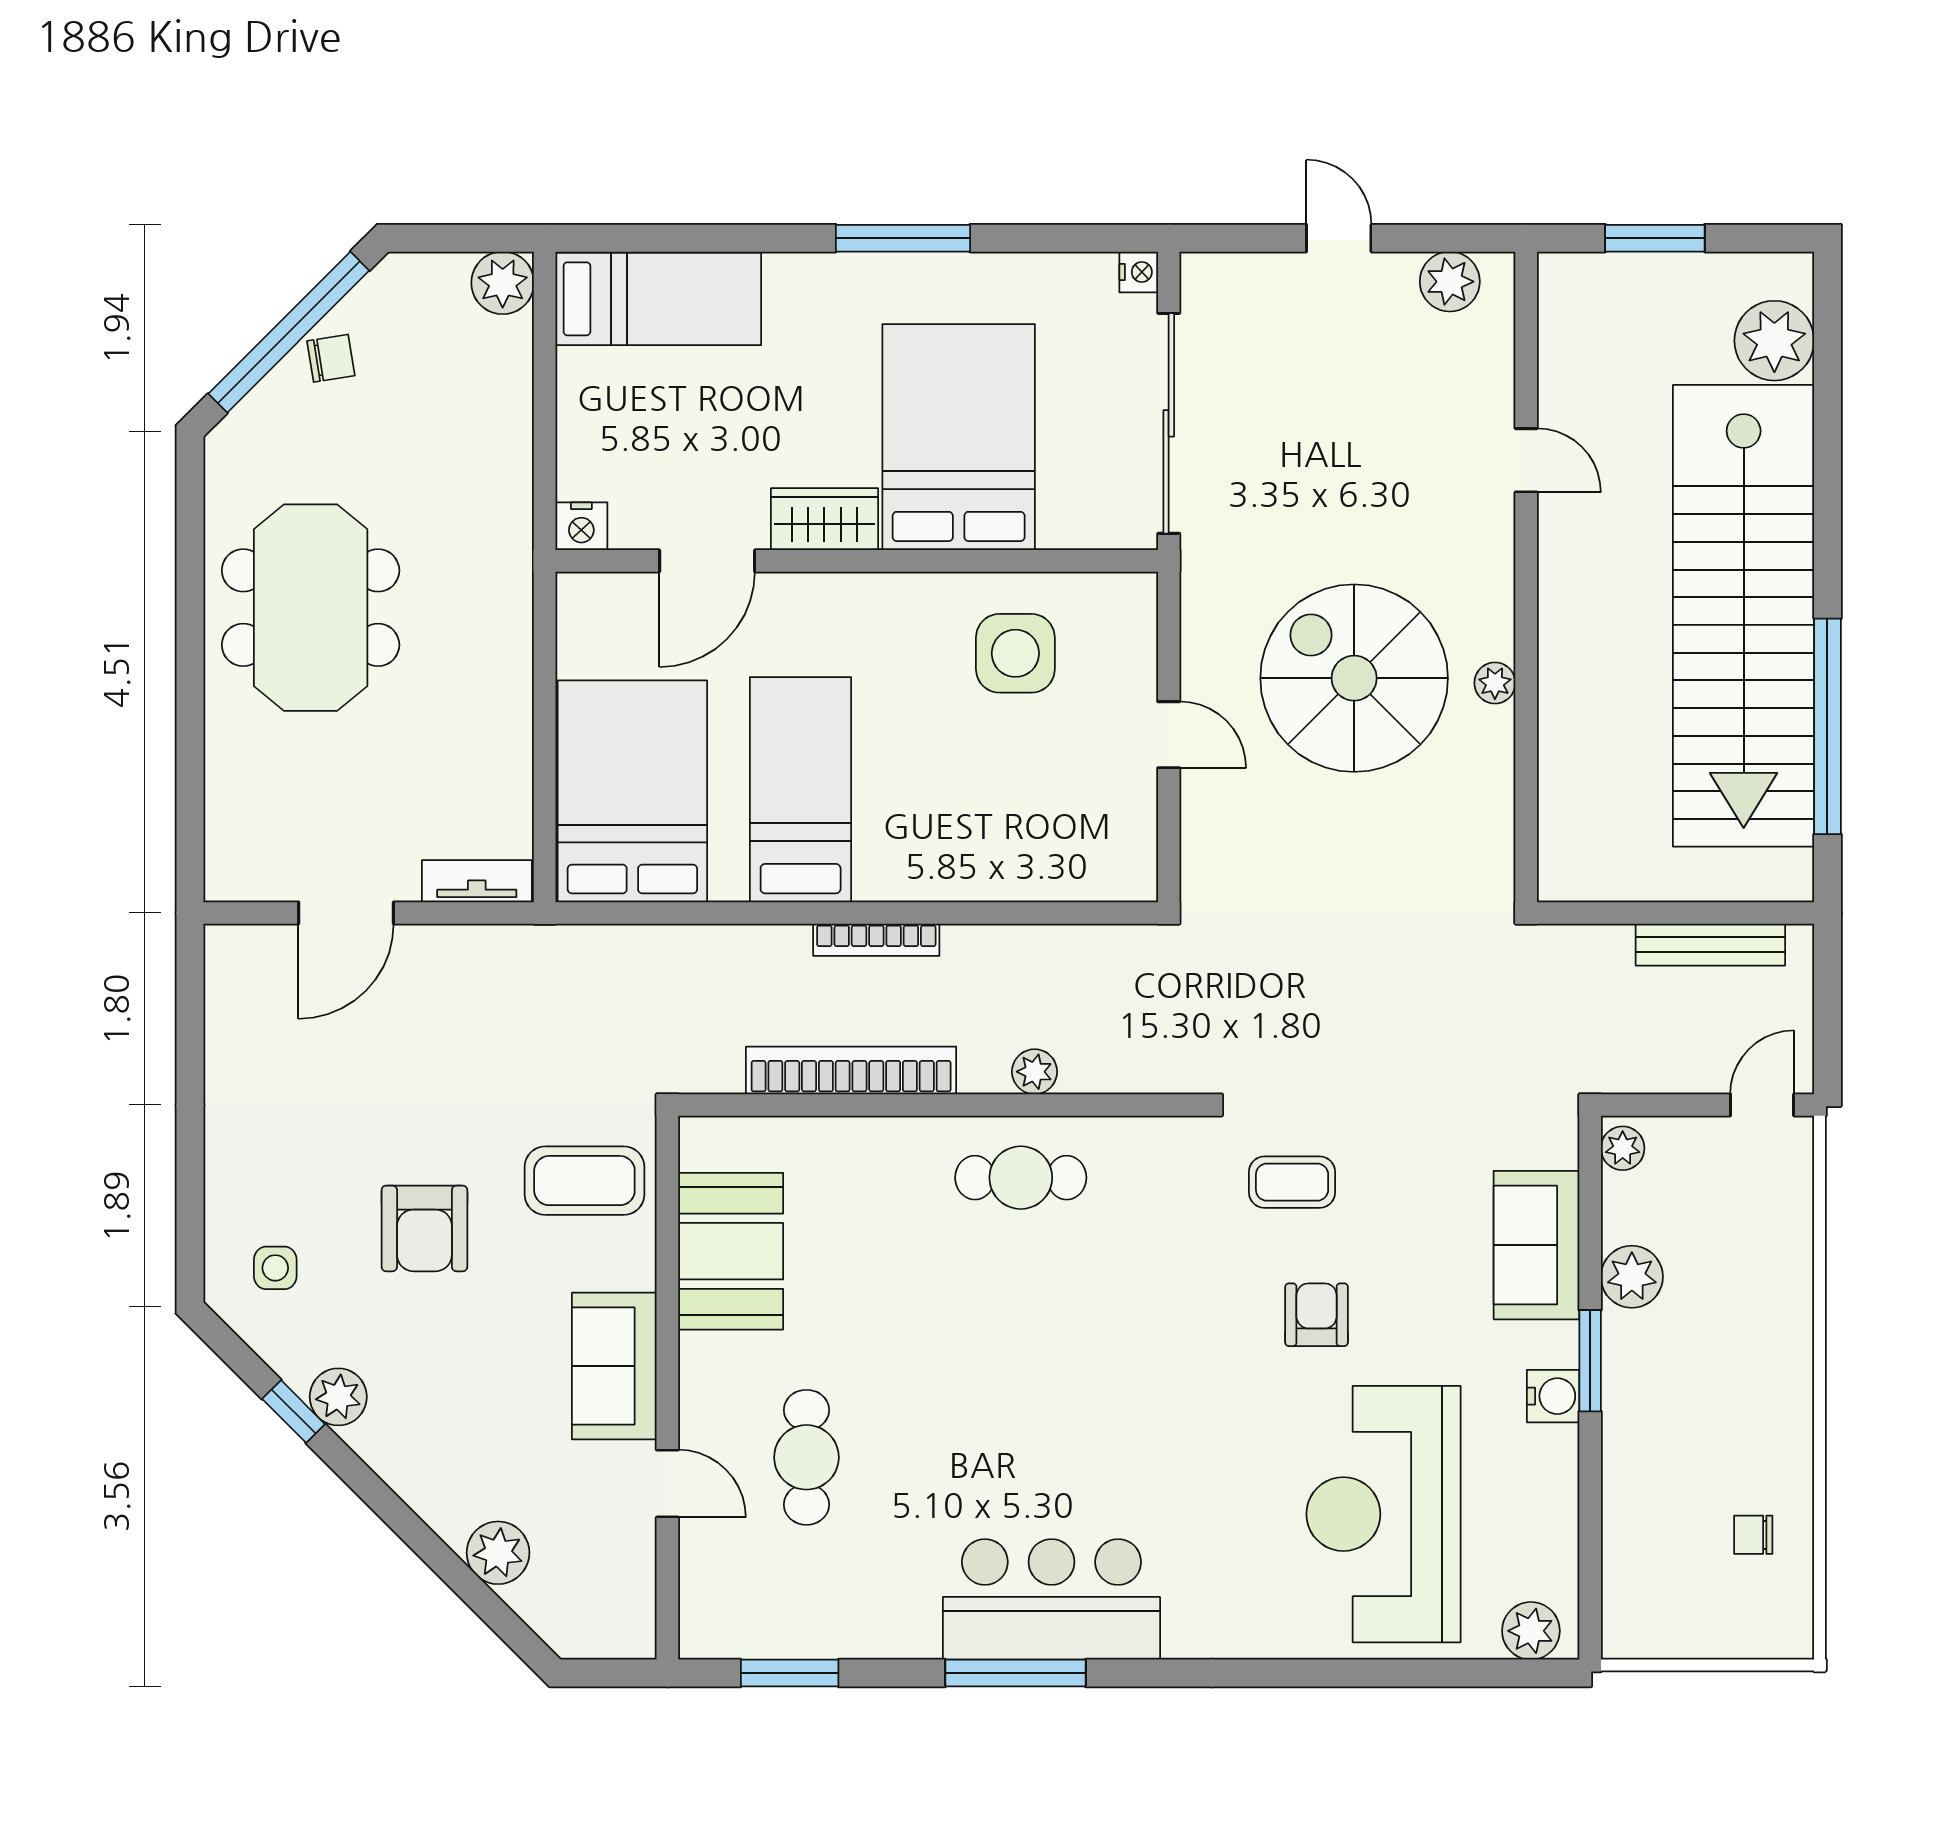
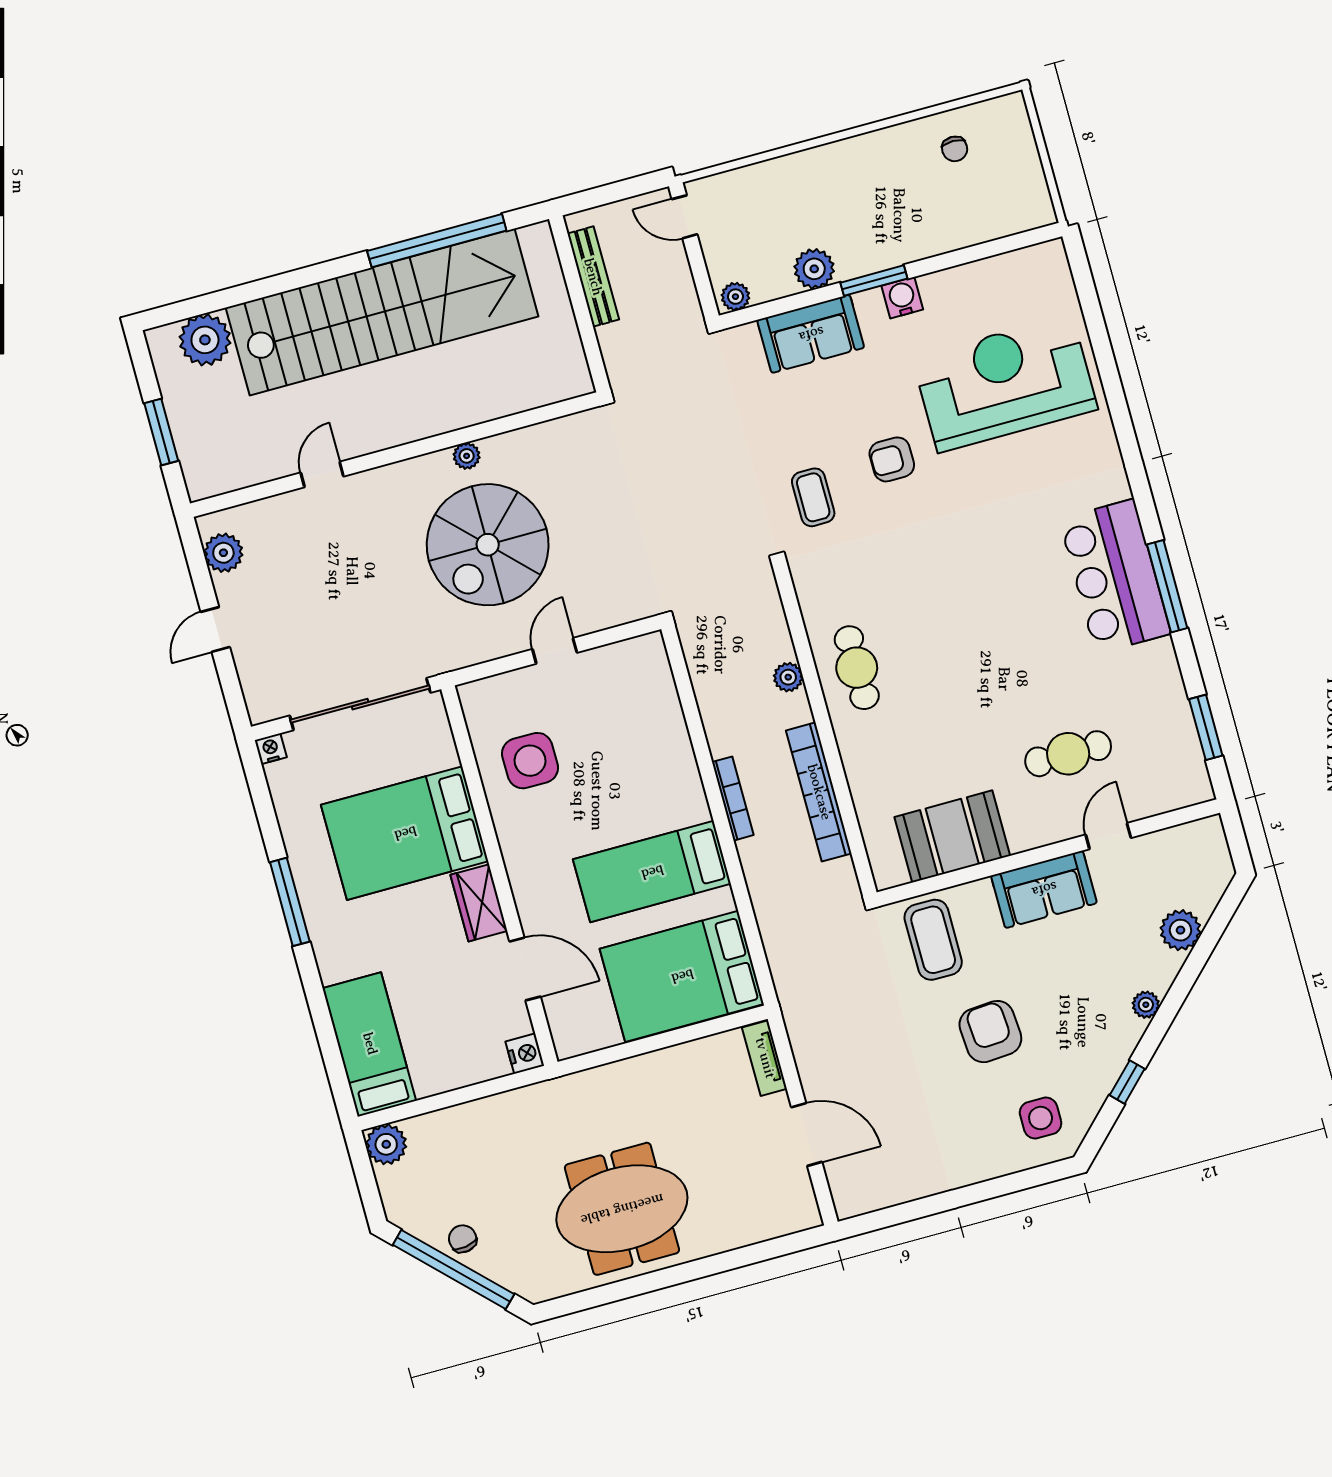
armchair: (424, 1228) -> (990, 1032), turned -94
side table: (275, 1268) -> (1041, 1118), width x1.37, depth x1.37
plant: (338, 1397) -> (1146, 1005), moved, width x0.73, depth x0.73
reception desk: (1384, 1514) -> (1005, 383), turned 180
plant: (1531, 1631) -> (1053, 271), removed

